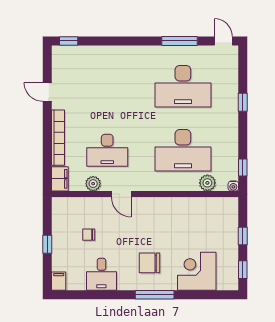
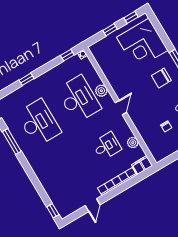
desk: (107, 150) -> (107, 146), width x0.73
plant: (207, 183) -> (101, 91), moved
door: (121, 194) -> (121, 108), moved
chair: (150, 263) -> (161, 78), turned 90
corner desk: (197, 271) -> (142, 44), width x1.36, depth x1.36

